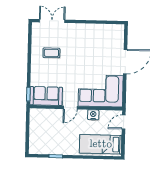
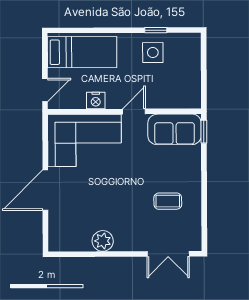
plant: (91, 30) -> (103, 241), added
side table: (58, 143) -> (153, 53), added

